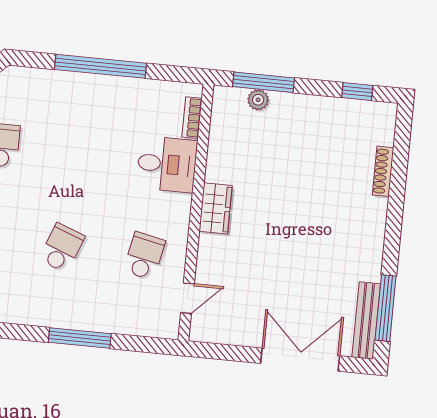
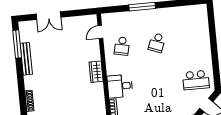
bench: (366, 320) -> (26, 59), moved
double door: (300, 360) -> (48, 16), width x0.73

